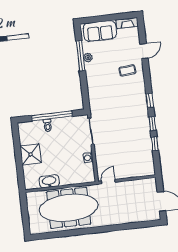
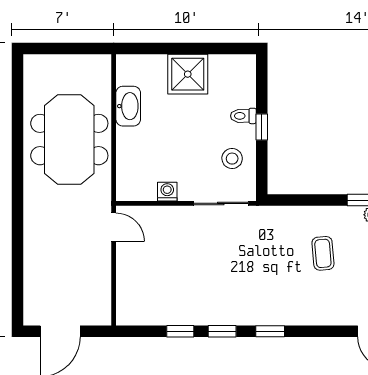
coffee table: (127, 70) -> (323, 253), moved
window: (52, 116) -> (262, 127), width x0.32
stool: (69, 128) -> (232, 159), added
meeting table: (69, 208) -> (69, 140), width x0.73

